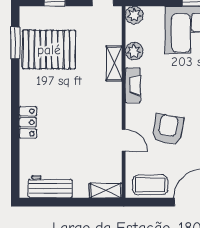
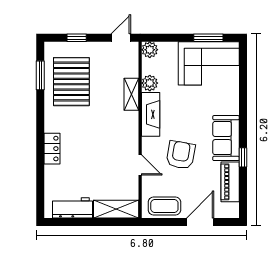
pallet: (49, 50) -> (71, 82), turned 90
fireplace: (133, 85) -> (151, 114), width x1.37, depth x1.32
shelving: (106, 191) -> (116, 209), width x1.50, depth x1.33

